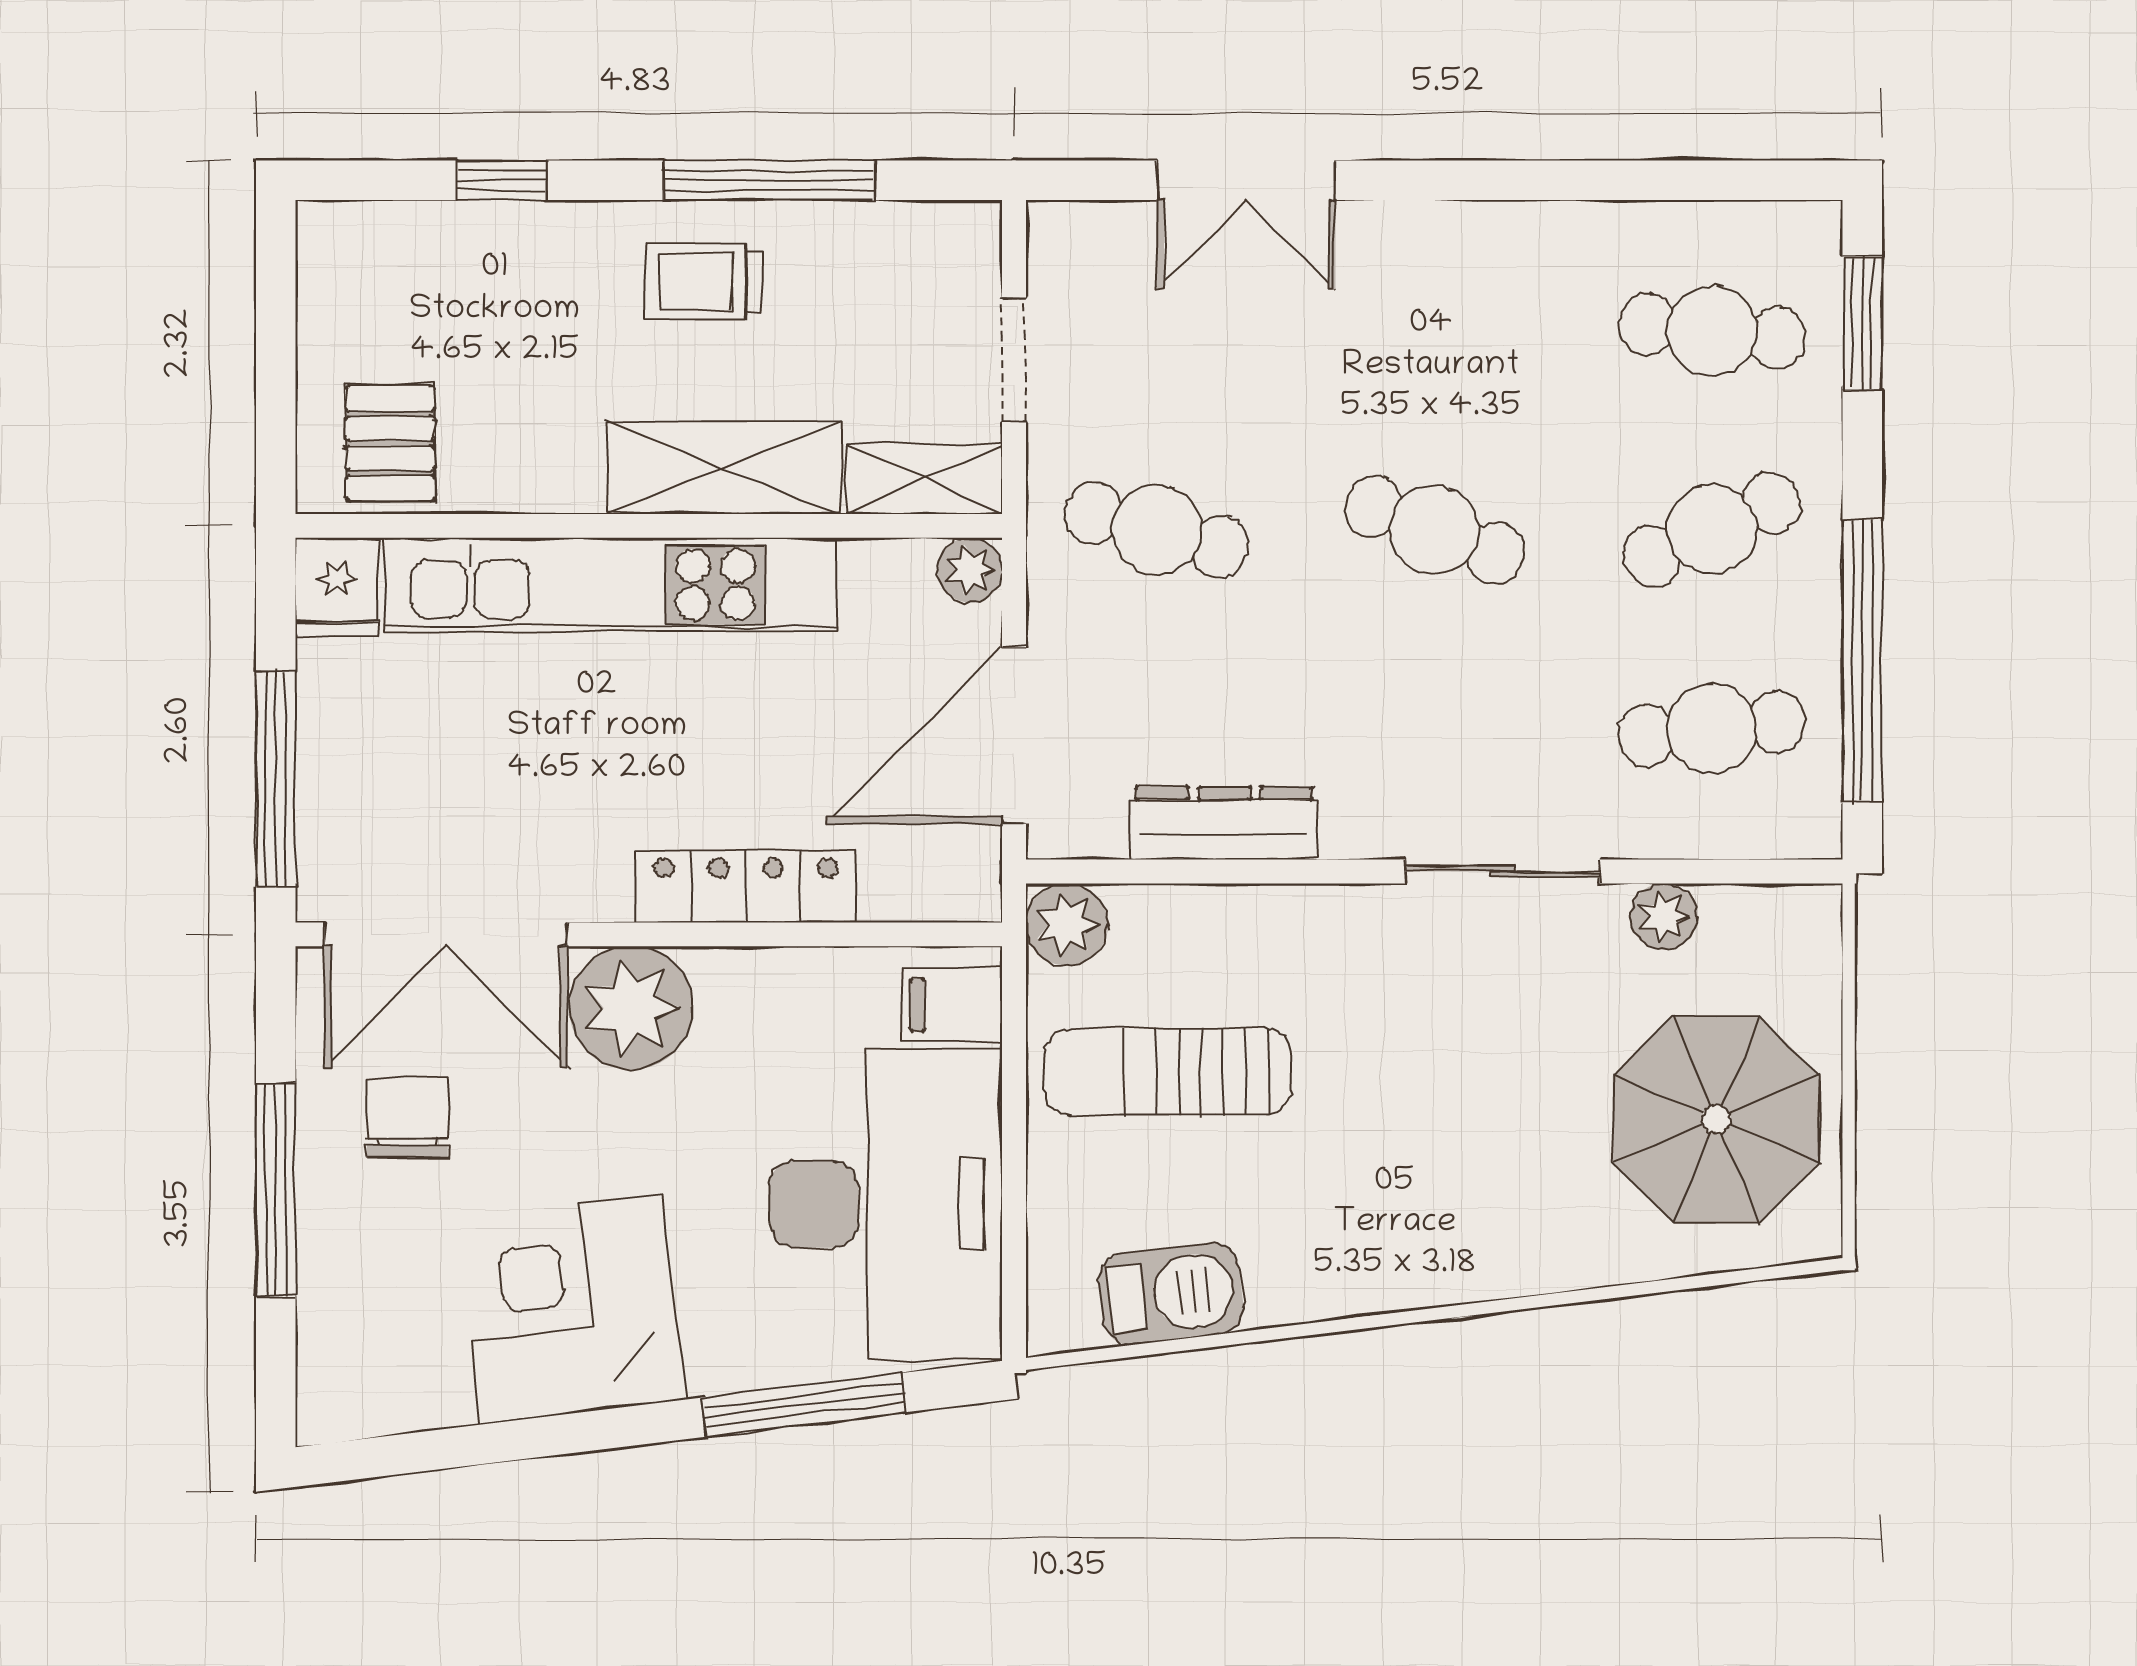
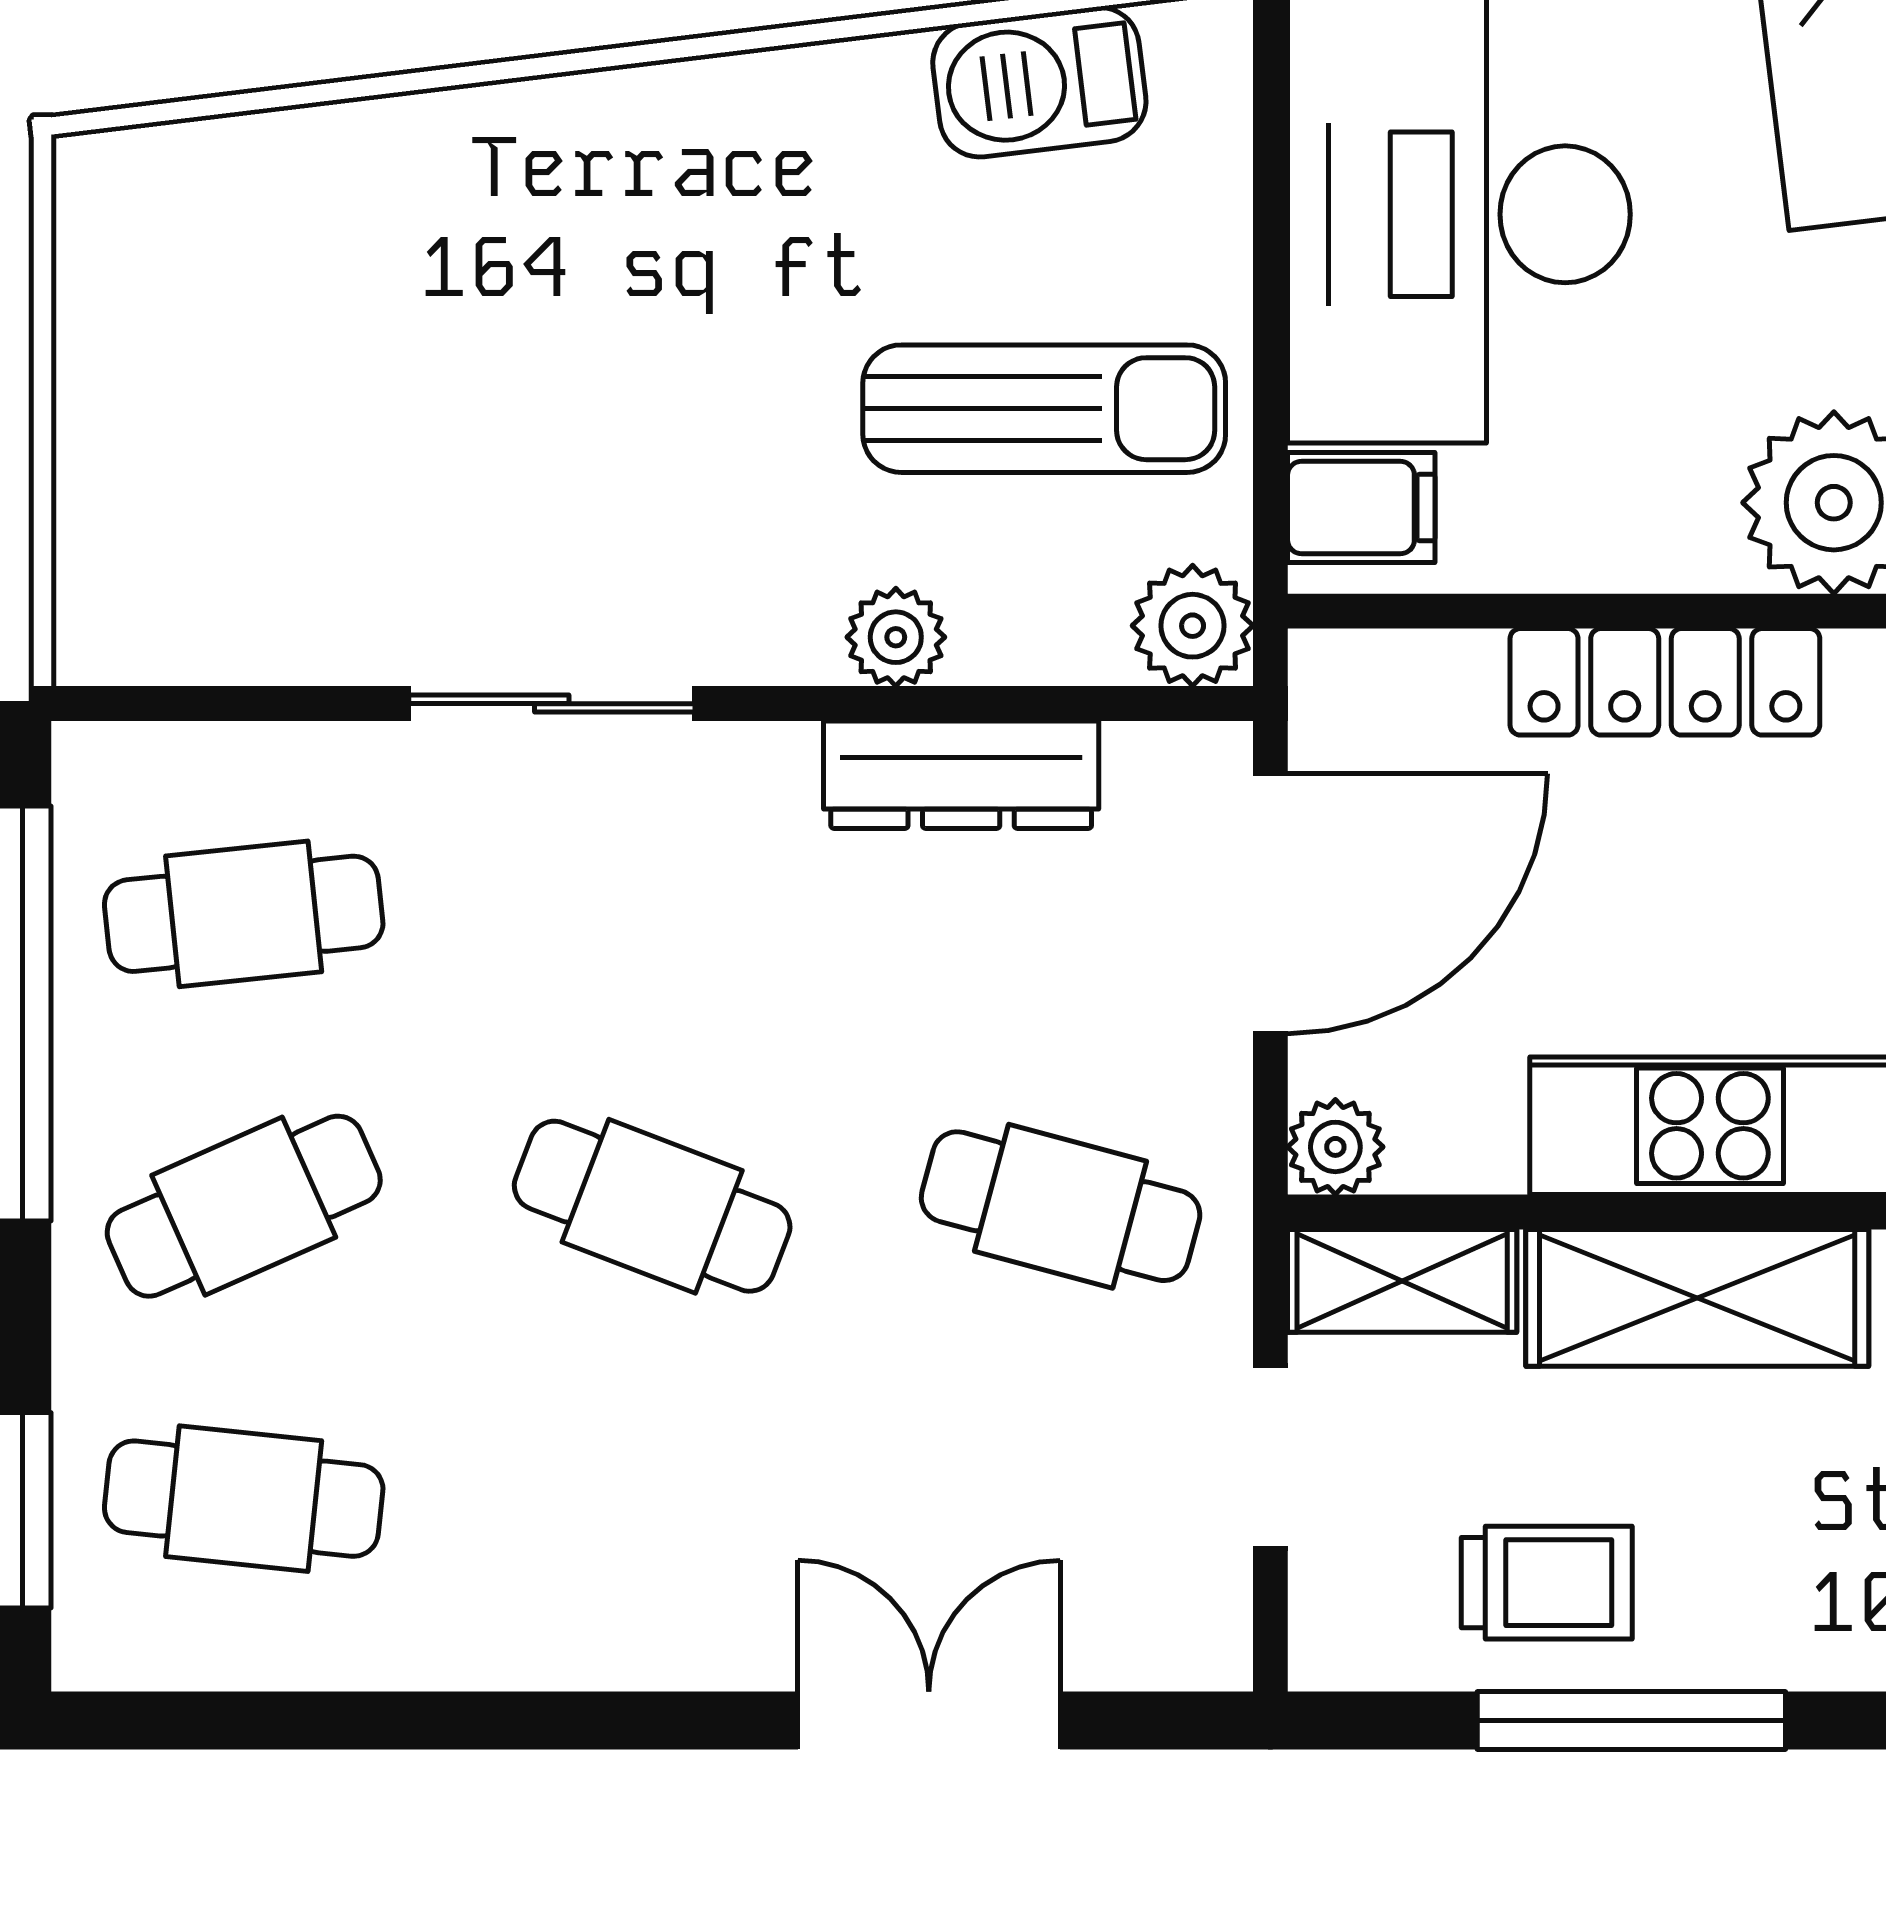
trolley: (704, 282) -> (1547, 1583), moved
plant: (1664, 917) -> (896, 637), moved
parasol: (1716, 1119) -> (237, 339), removed

